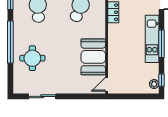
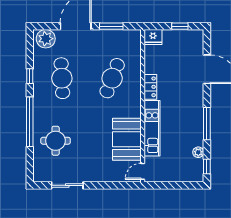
kitchen unit: (152, 39) -> (152, 128), moved, turned 180
plant: (154, 84) -> (198, 152), moved

